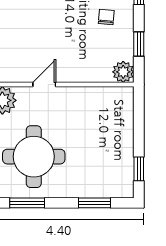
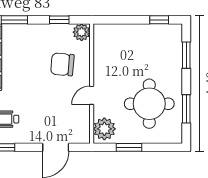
chair: (106, 17) -> (62, 64), moved, width x1.87, depth x1.87
door: (44, 85) -> (92, 95), hinge flipped

